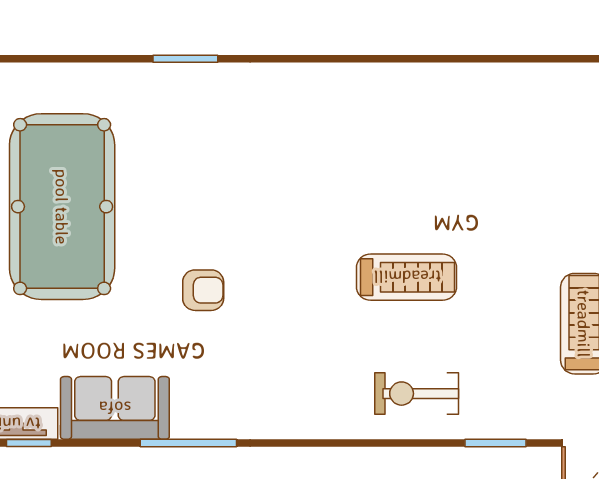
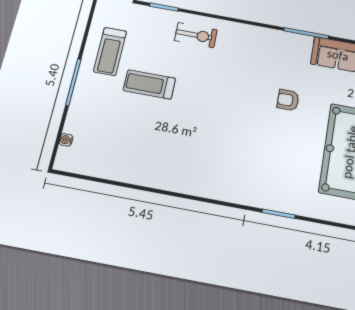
treadmill: (407, 277) -> (149, 84), moved

